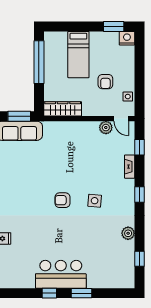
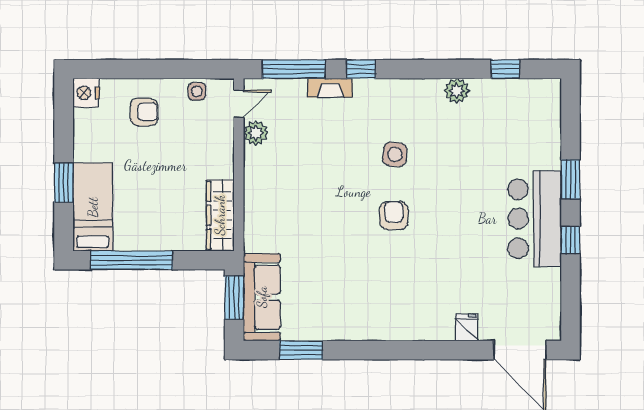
window: (114, 26) -> (64, 183), moved
bed: (78, 55) -> (93, 207), moved, turned -90
armchair: (105, 82) -> (144, 112), moved
window: (139, 147) -> (293, 69), width x2.17
window: (139, 195) -> (361, 69), moved
armchair: (62, 200) -> (394, 215), turned 180

